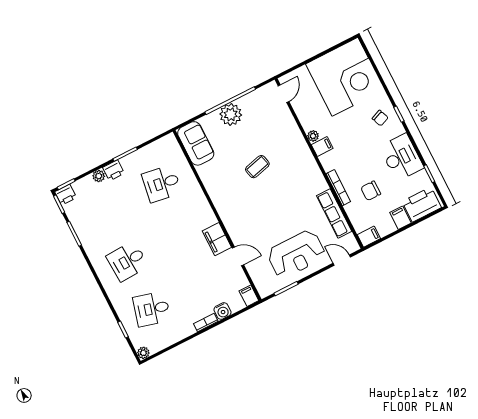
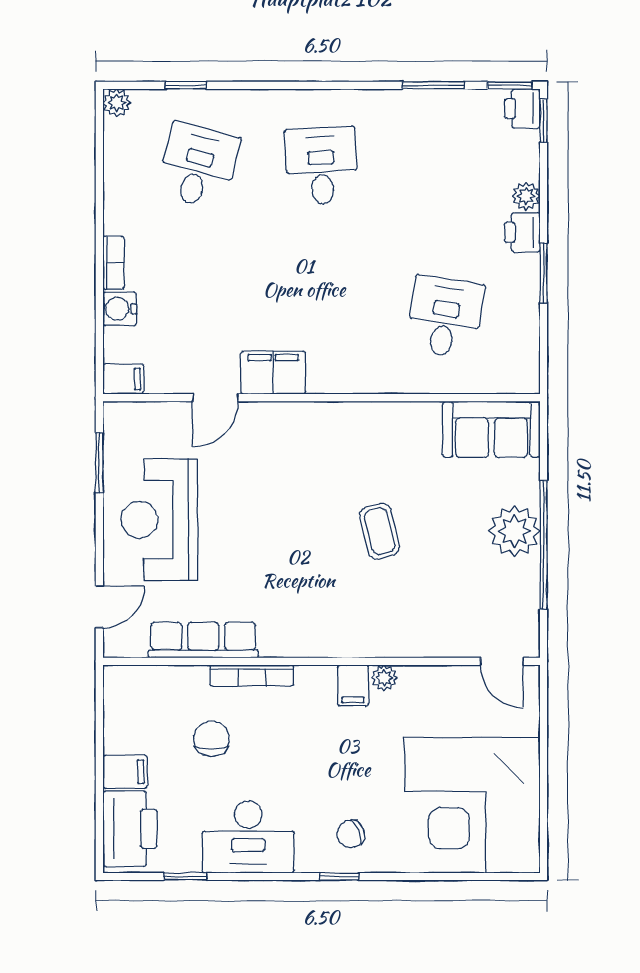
filing cabinet: (369, 237) -> (119, 687), removed

